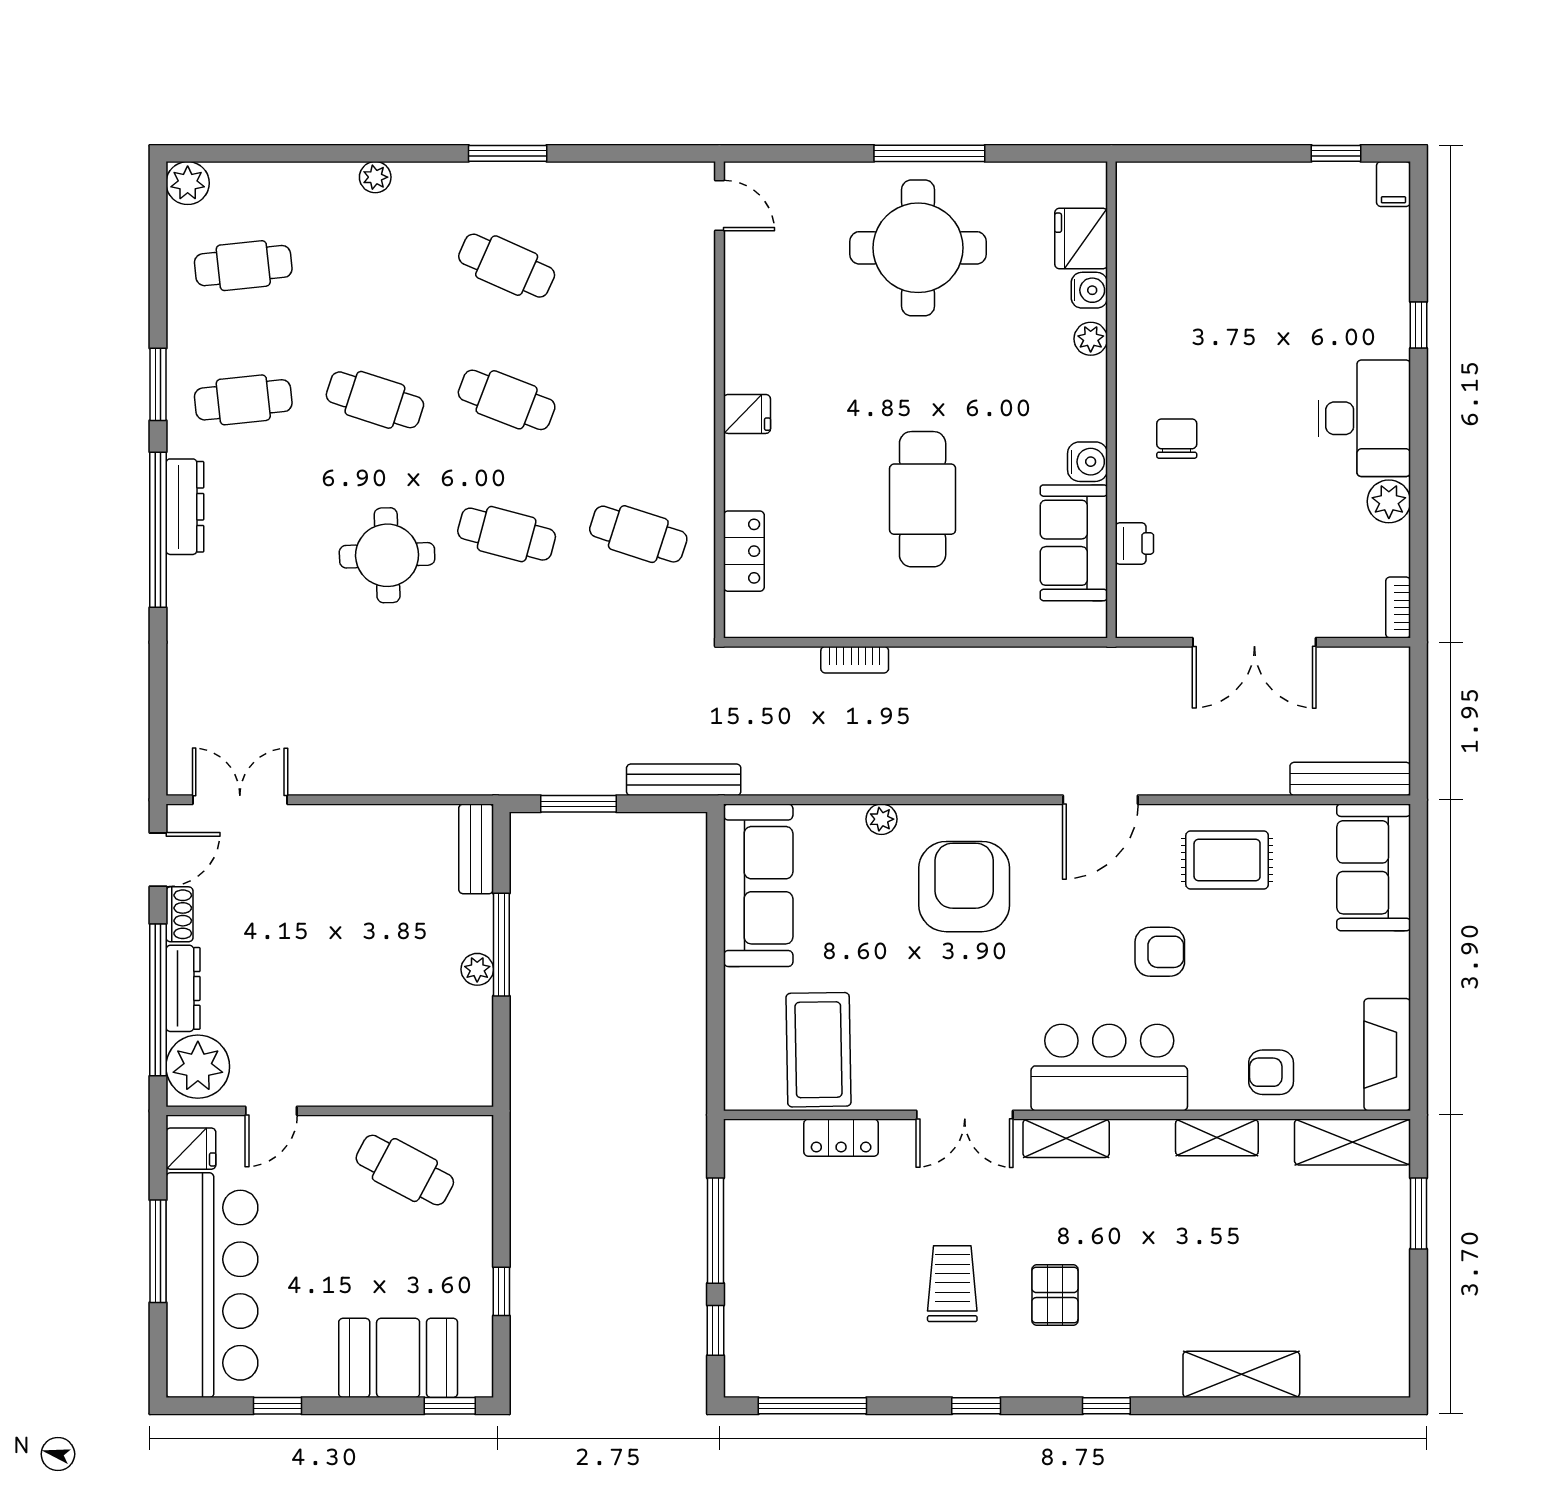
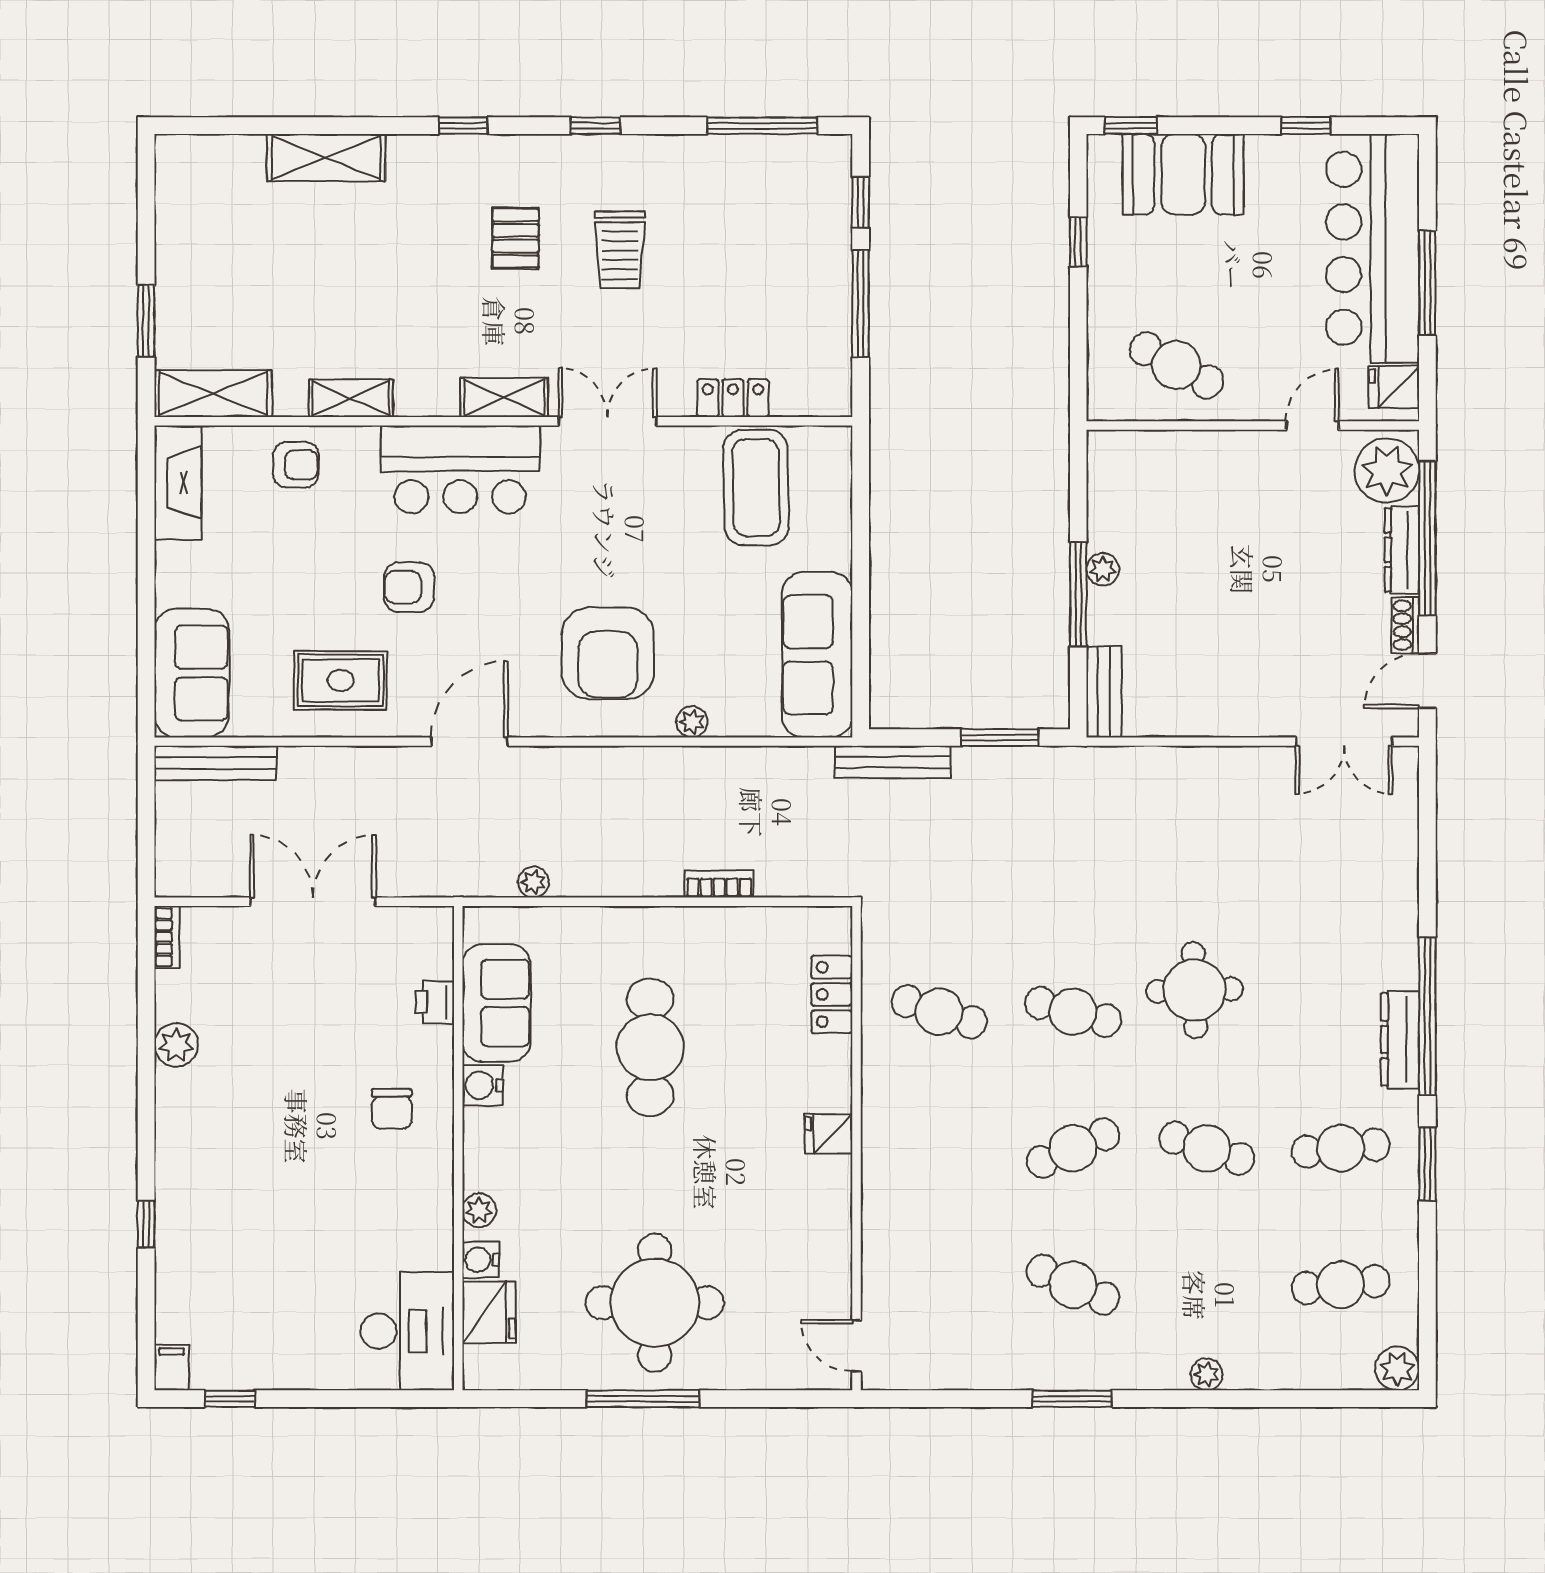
cafe table: (507, 400) -> (1073, 1148), turned -45
desk: (1364, 418) -> (407, 1331), moved, turned 180
plant: (1037, 661) -> (533, 882), added

